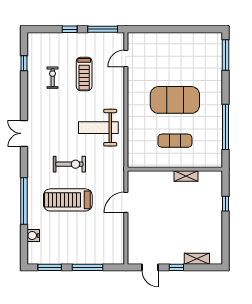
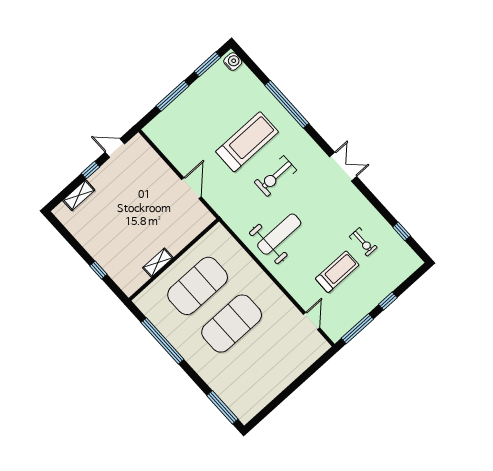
treadmill: (84, 74) -> (337, 272), turned 90
exercise mat: (175, 141) -> (198, 286), width x2.00, depth x1.45
water cooler: (33, 235) -> (233, 62), moved

